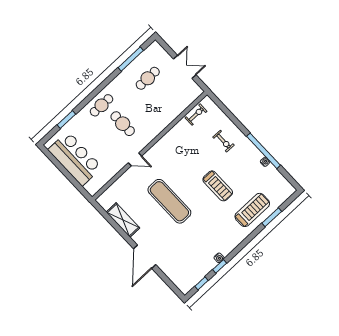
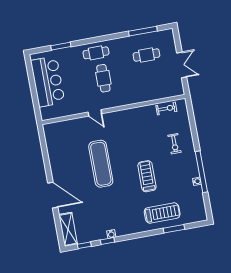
treadmill: (218, 186) -> (147, 176), turned 180
shelving: (123, 220) -> (68, 229), moved
door: (145, 257) -> (53, 195), swing flipped

